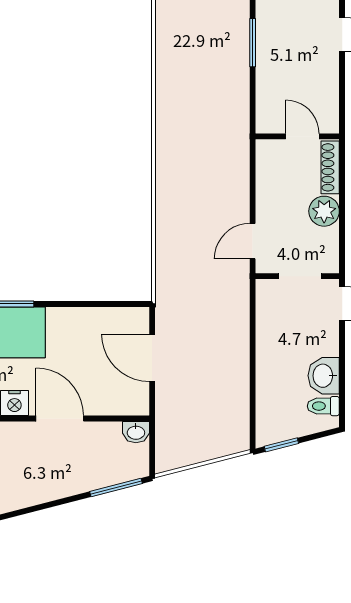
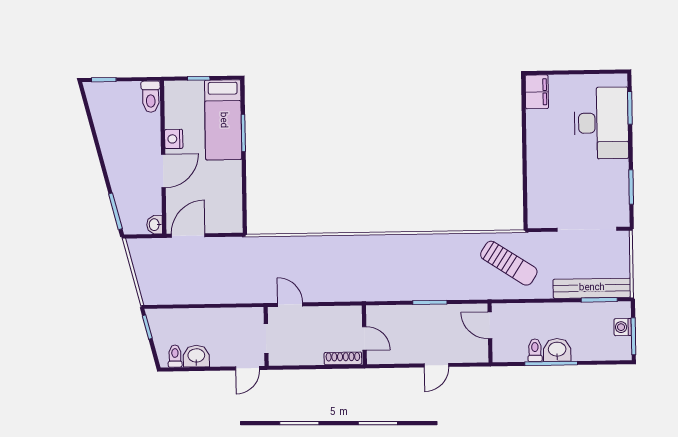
door: (302, 136) -> (364, 338), hinge flipped
plant: (324, 211) -> (312, 355), removed
door: (152, 358) -> (188, 236), moved

